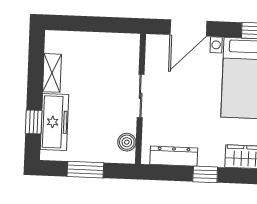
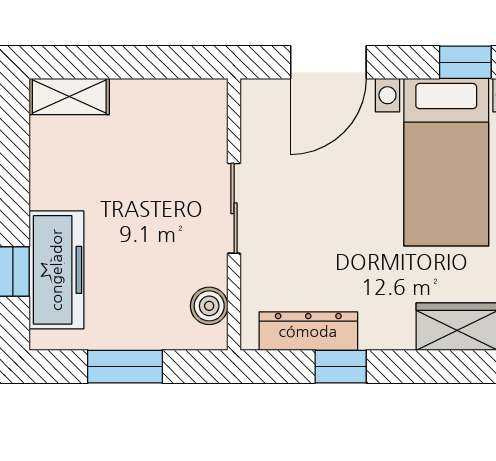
shelving: (52, 73) -> (69, 97), moved, turned 90
window: (205, 174) -> (341, 367), moved

